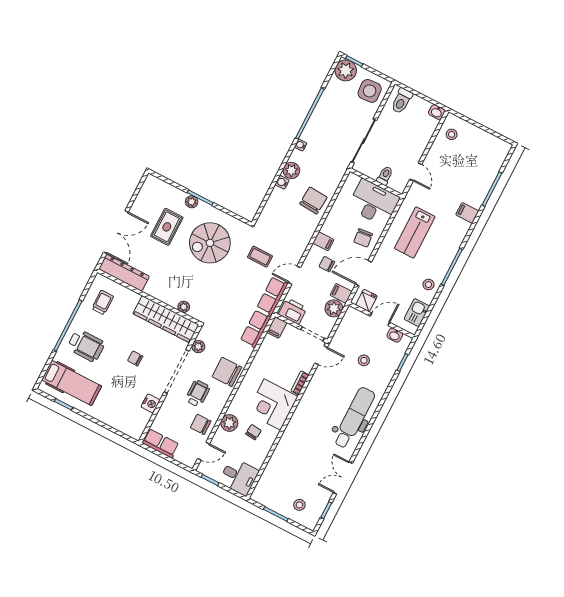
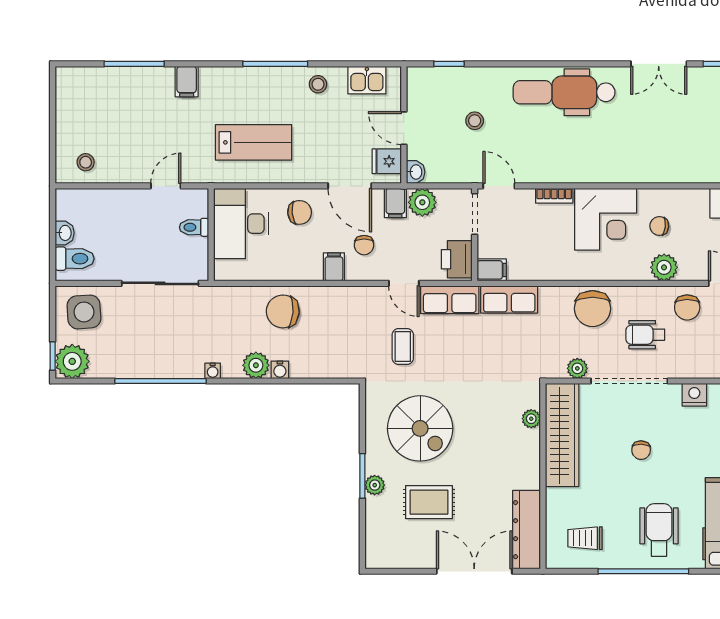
washbasin: (437, 112) -> (65, 233), moved
washbasin: (395, 335) -> (416, 172), moved

